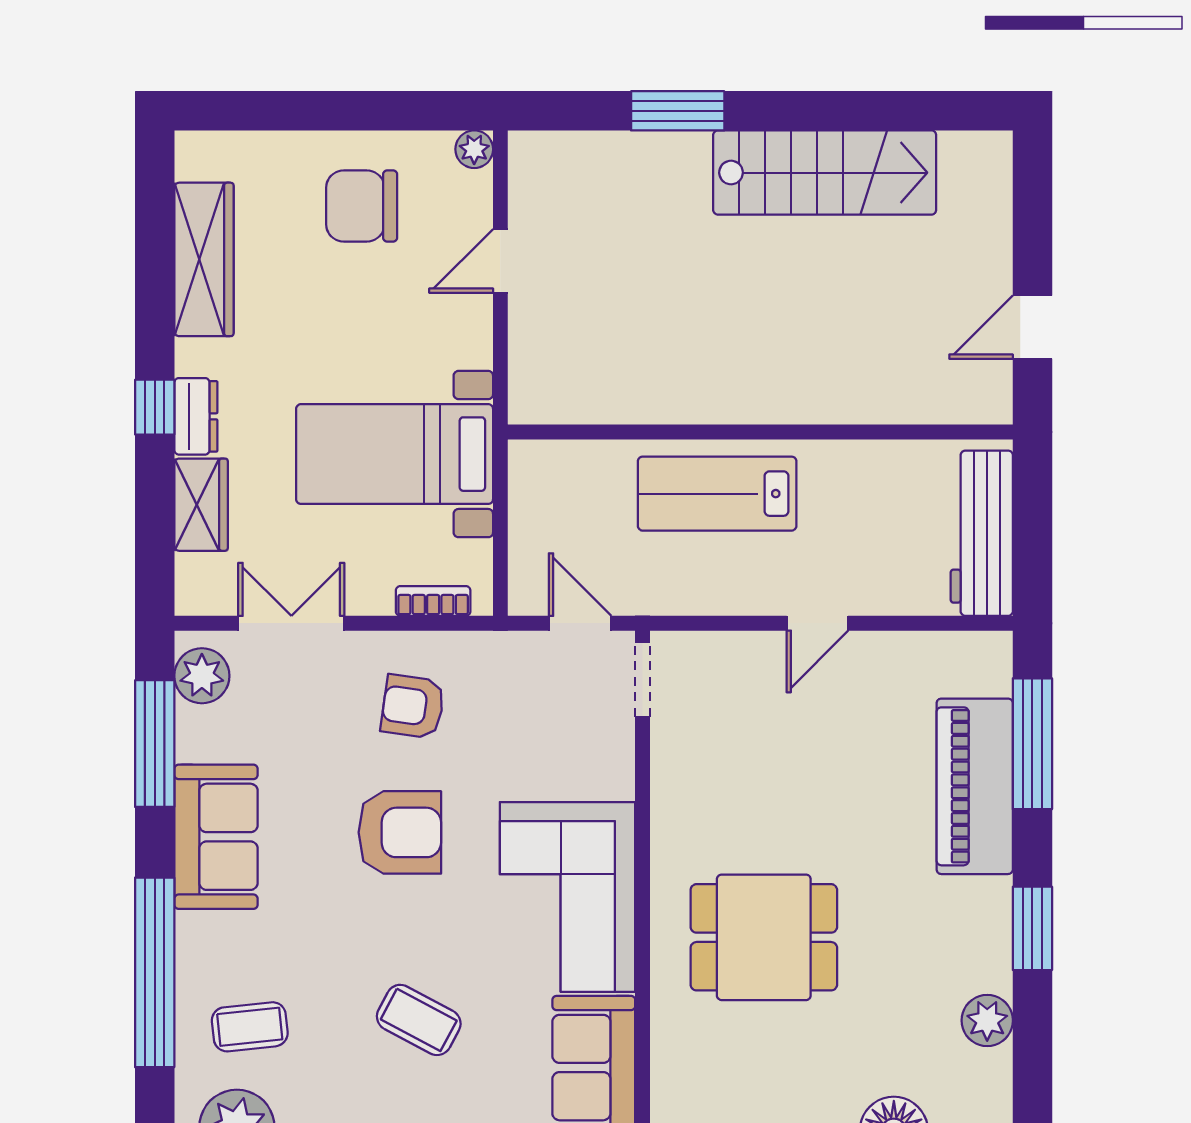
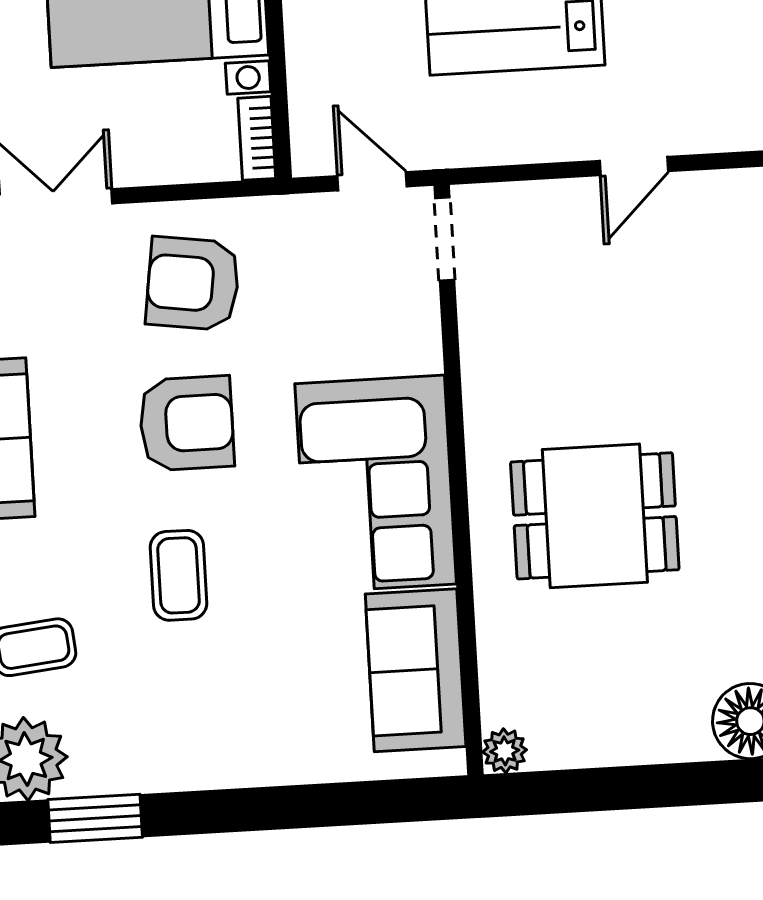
bookcase: (433, 601) -> (257, 138), moved, turned -90
armchair: (413, 706) -> (193, 284), width x1.38, depth x1.38
coffee table: (419, 1020) -> (179, 575), moved, turned 62

